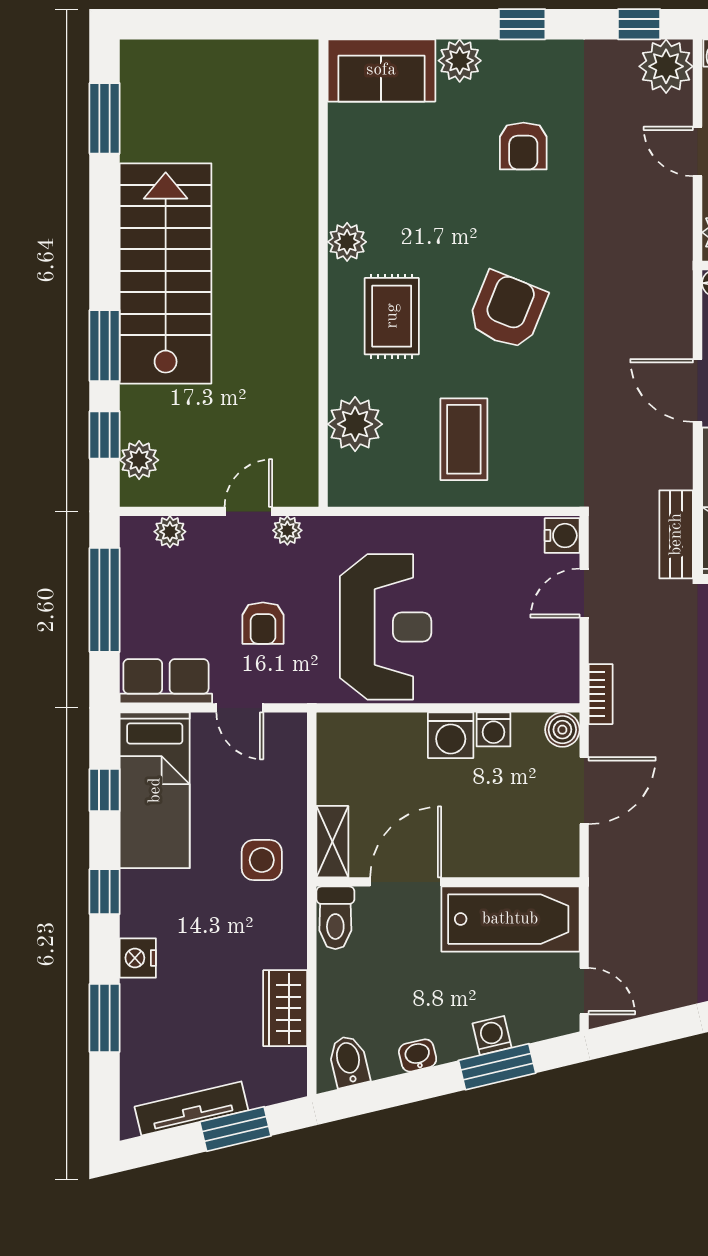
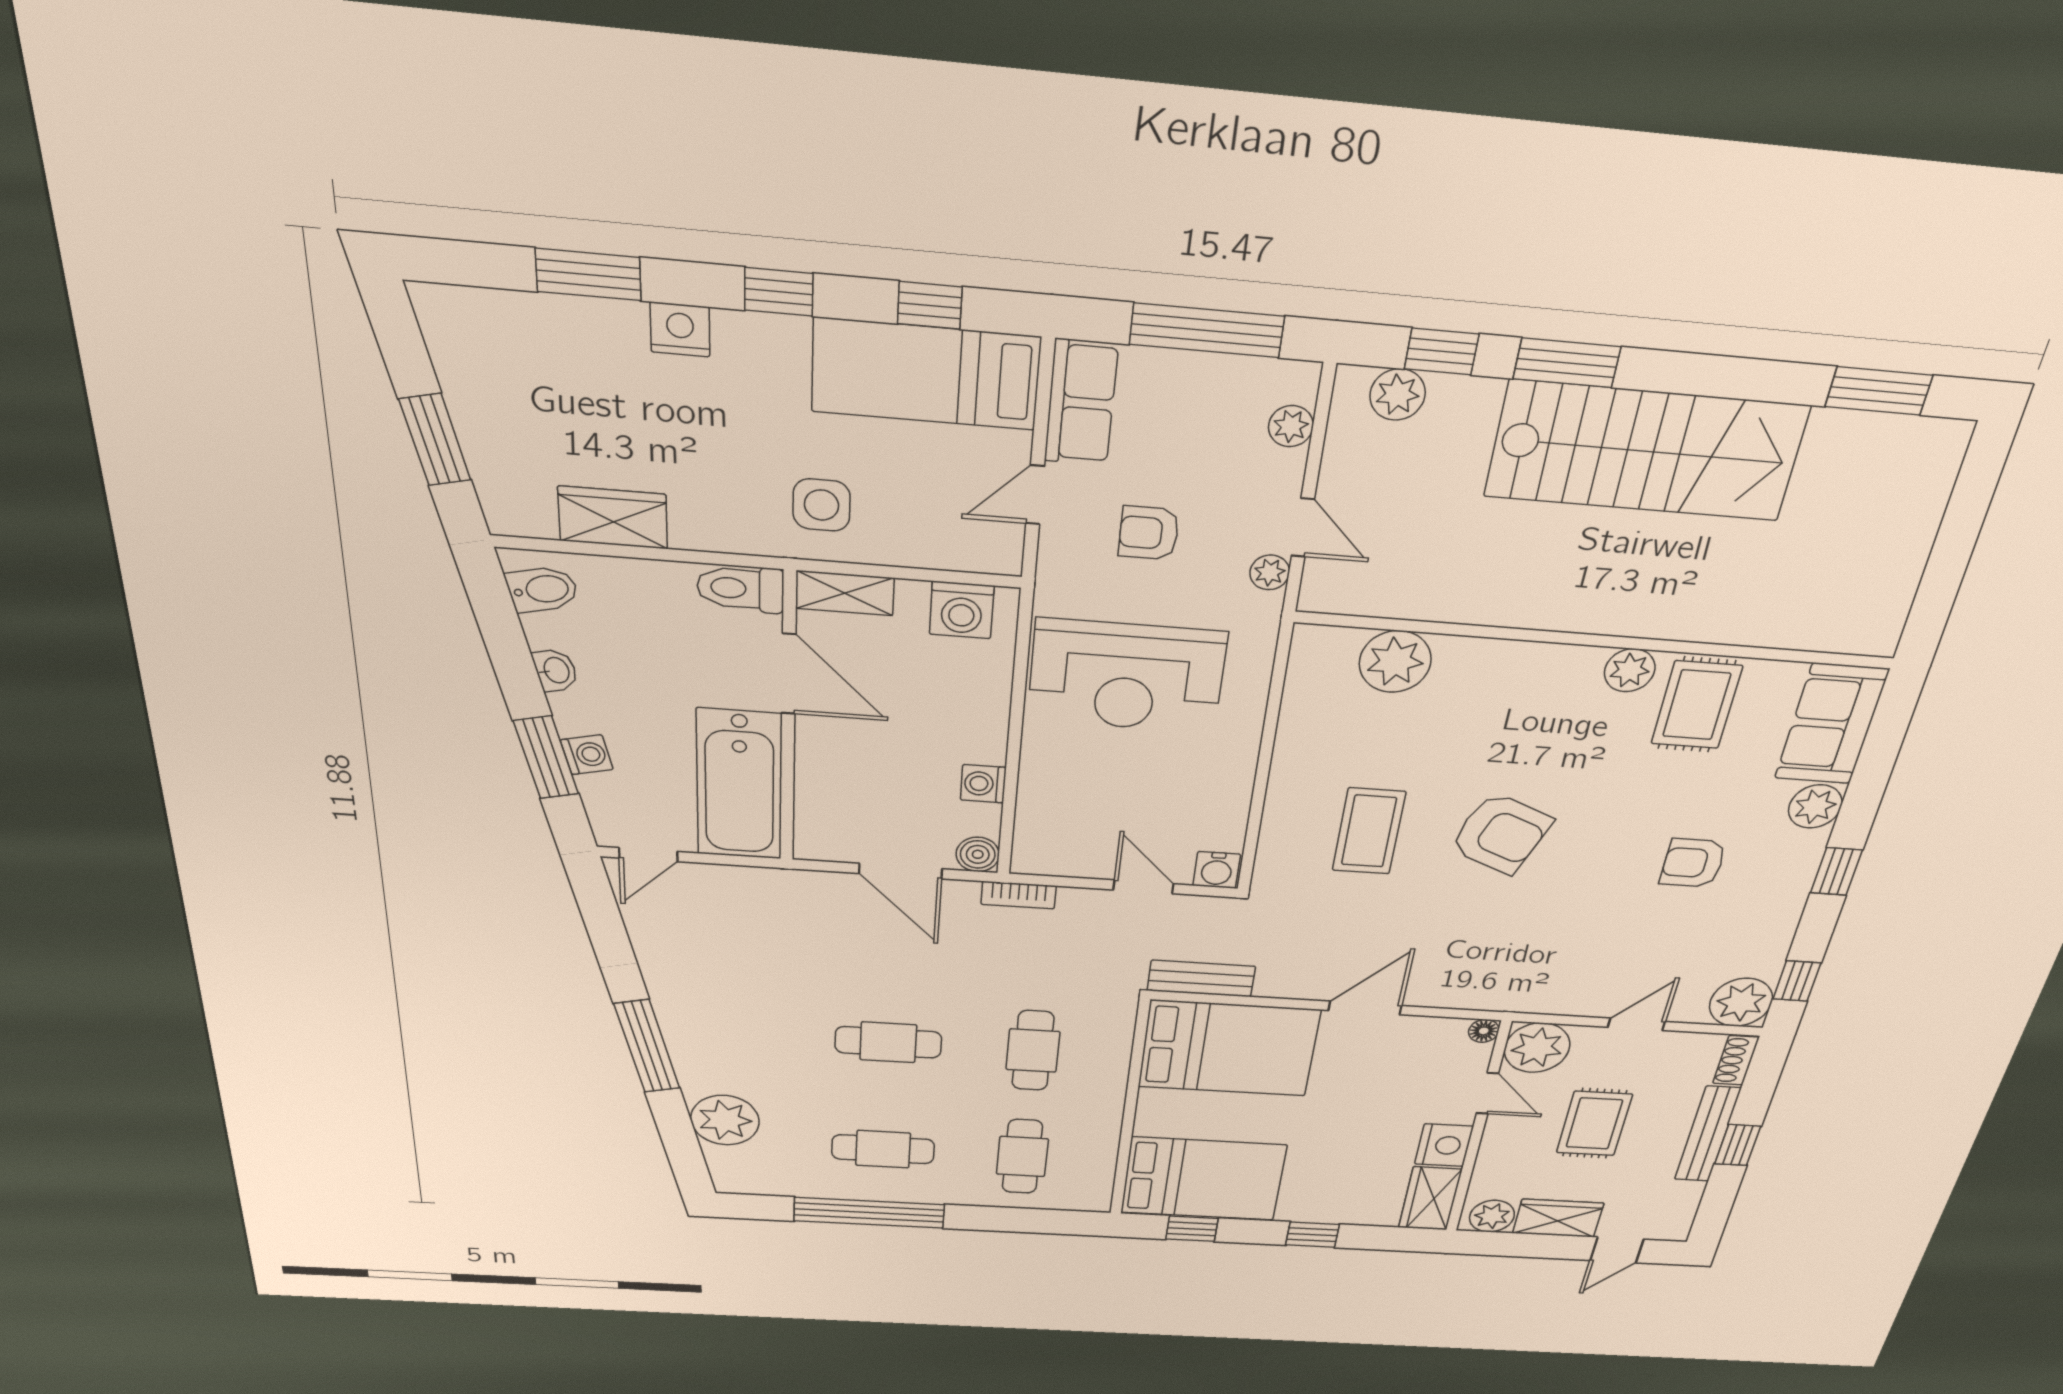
rug: (392, 316) -> (1697, 705), moved, turned 90
coffee table: (464, 439) -> (1369, 831), moved, turned 90
washing machine: (451, 735) -> (962, 610), moved, turned -90
tv unit: (191, 1109) -> (460, 384), removed

